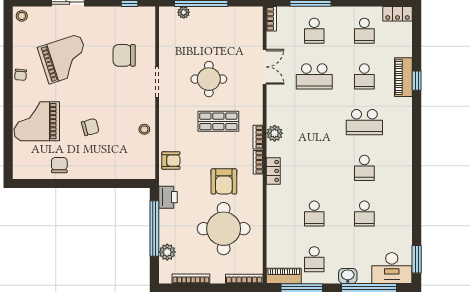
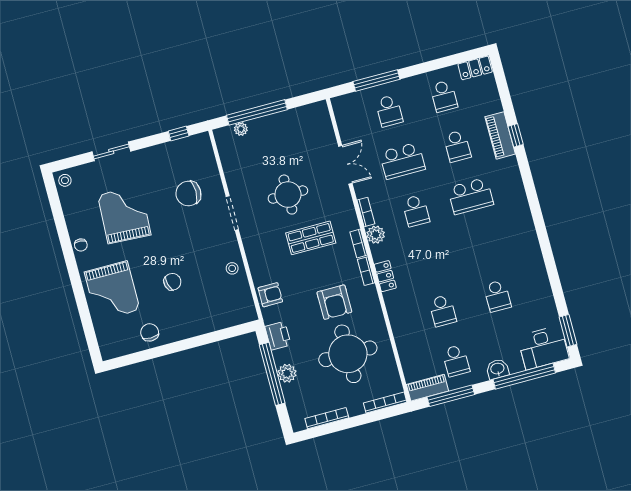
bookcase: (271, 19) -> (366, 212), moved
grand piano: (65, 59) -> (124, 215), turned -69
grand piano: (37, 121) -> (112, 291), turned -90
school desk: (364, 168) -> (416, 211), moved
plant: (167, 252) -> (287, 373), moved

